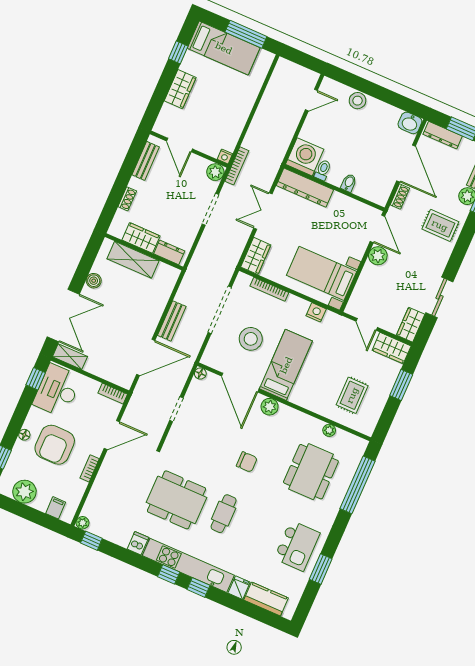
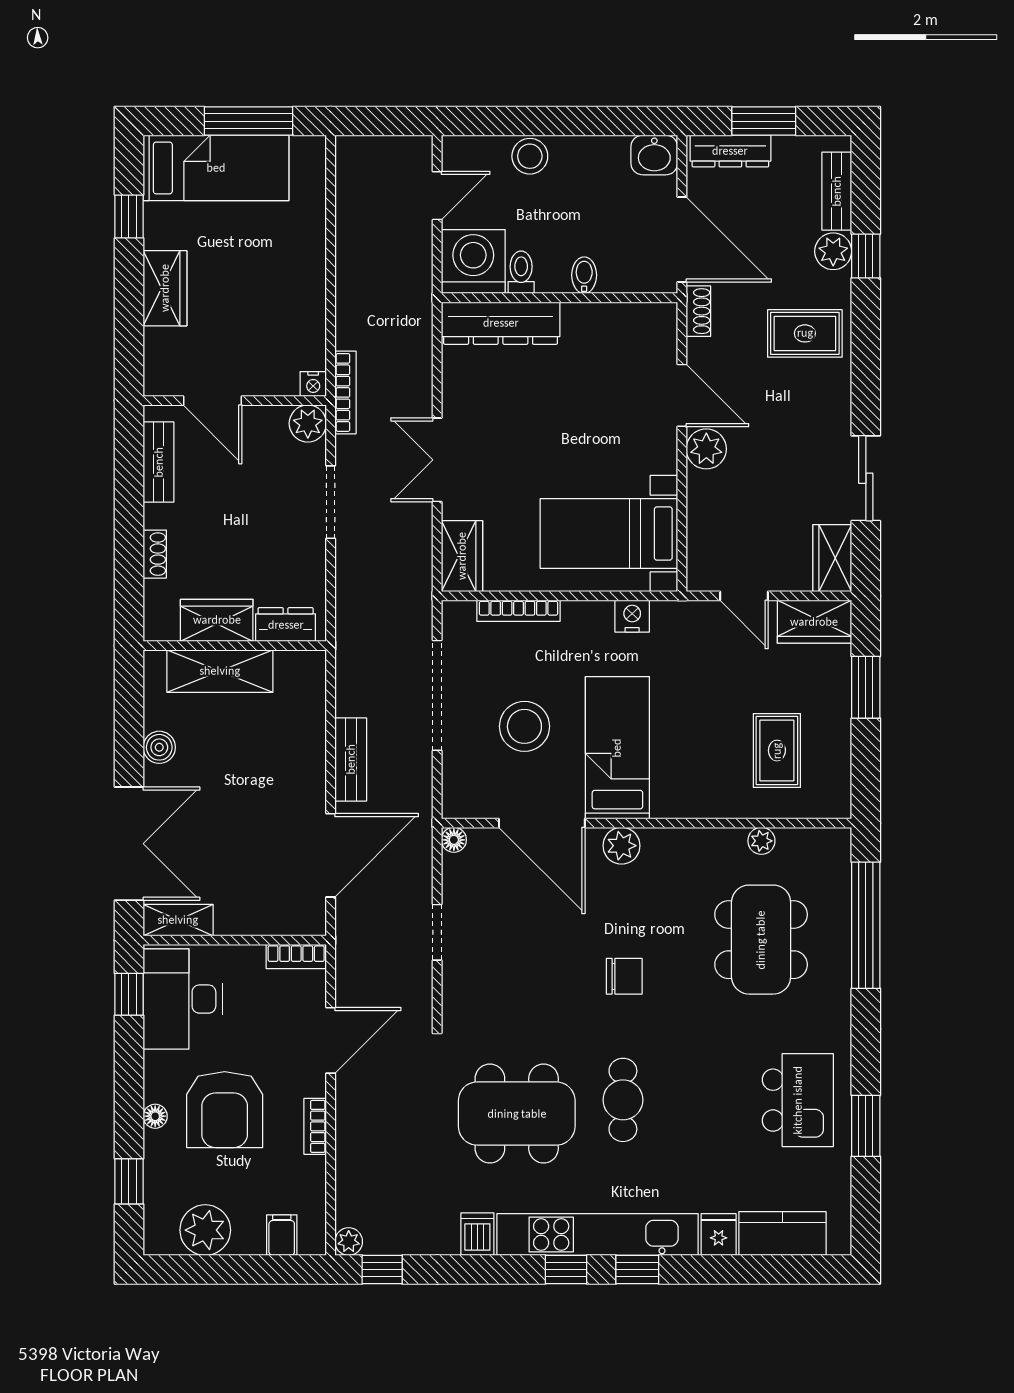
washing machine: (305, 157) -> (473, 262), moved
toilet: (323, 170) -> (521, 272), moved
bidet: (349, 183) -> (584, 275), moved
dresser: (305, 188) -> (501, 323), moved
wall: (334, 188) -> (560, 298), moved

